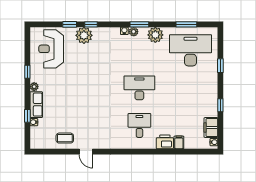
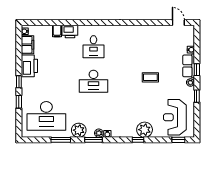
window: (70, 24) -> (178, 140), moved
window: (186, 24) -> (61, 140), moved
reception desk: (51, 49) -> (175, 117), turned 180
printer: (209, 105) -> (29, 66), added
window: (220, 105) -> (19, 82), moved
window: (27, 116) -> (197, 70), moved
coffee table: (65, 138) -> (150, 77), moved
door: (86, 152) -> (178, 23), moved

